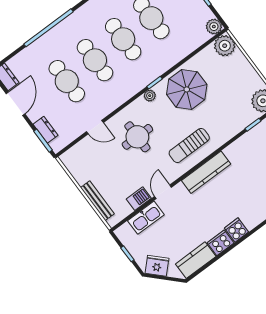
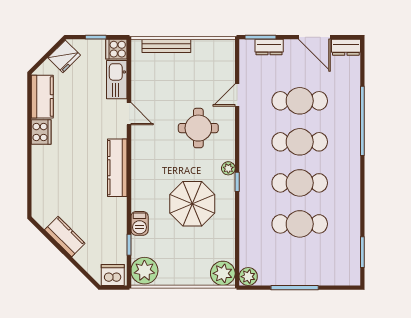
parasol: (187, 89) -> (192, 204), moved
sun lounger: (189, 145) -> (154, 171), removed
barbecue: (139, 199) -> (140, 223), moved
cooker: (236, 230) -> (116, 49), moved, turned 180

